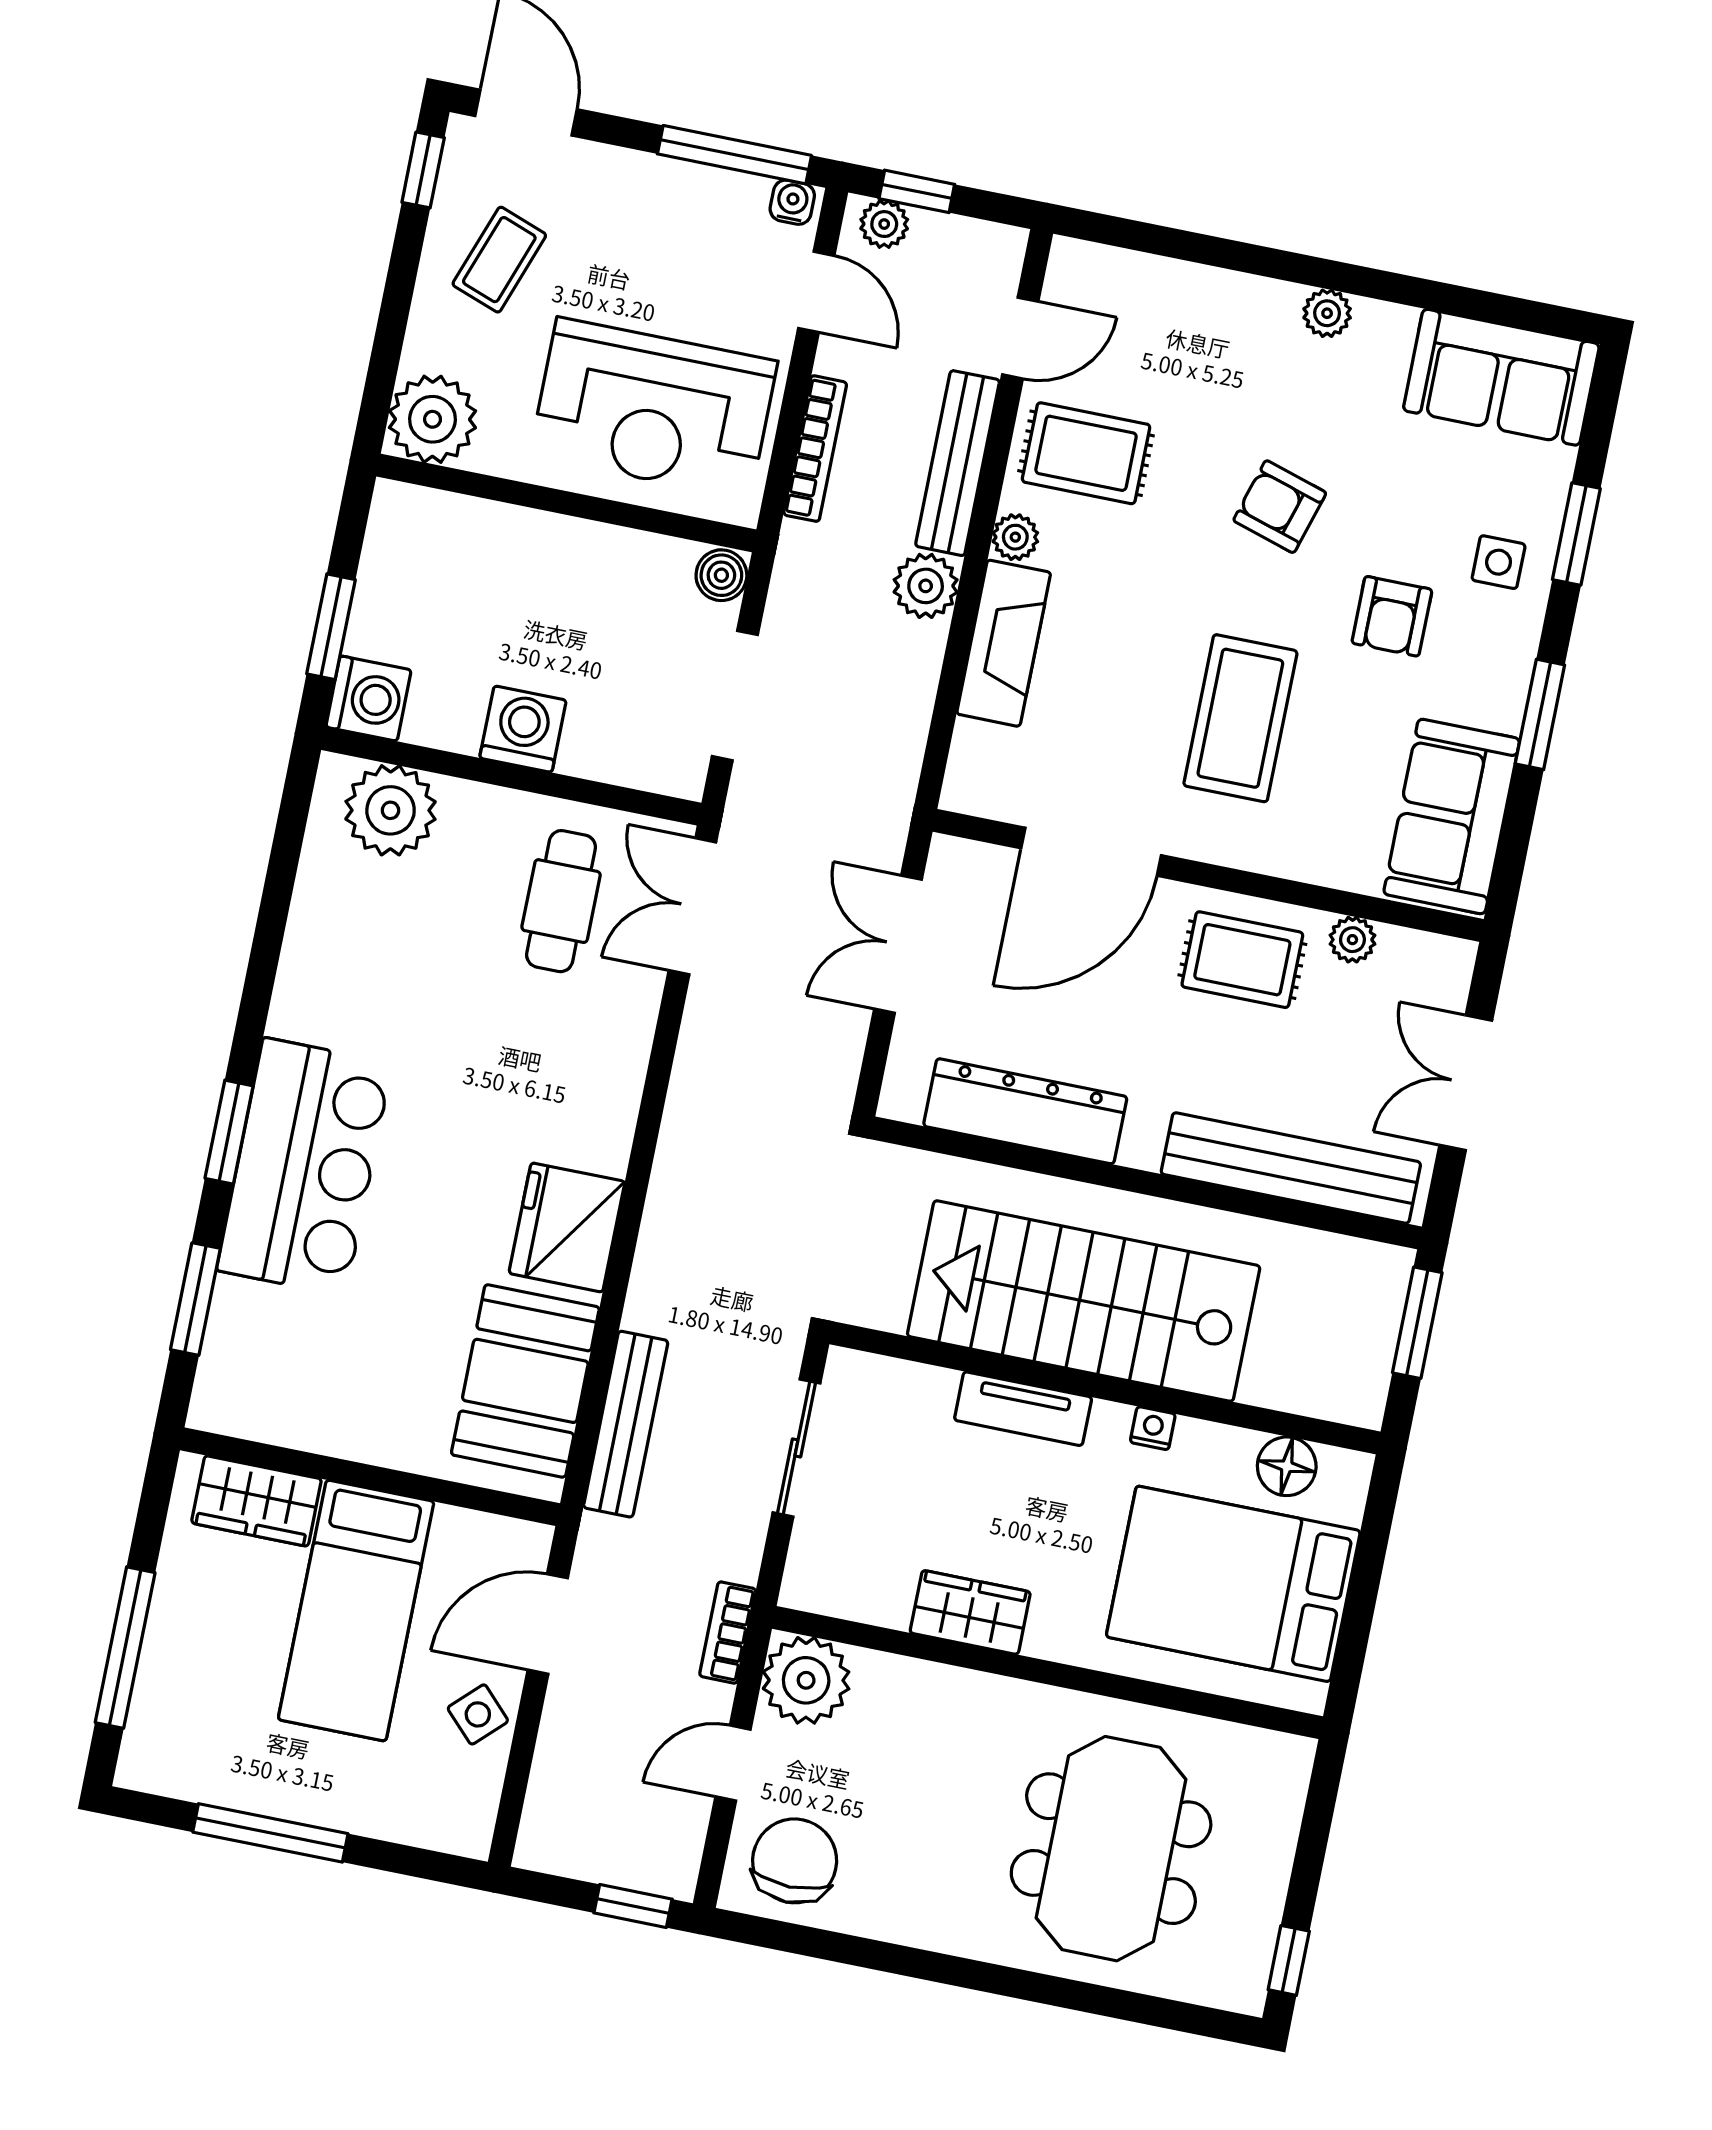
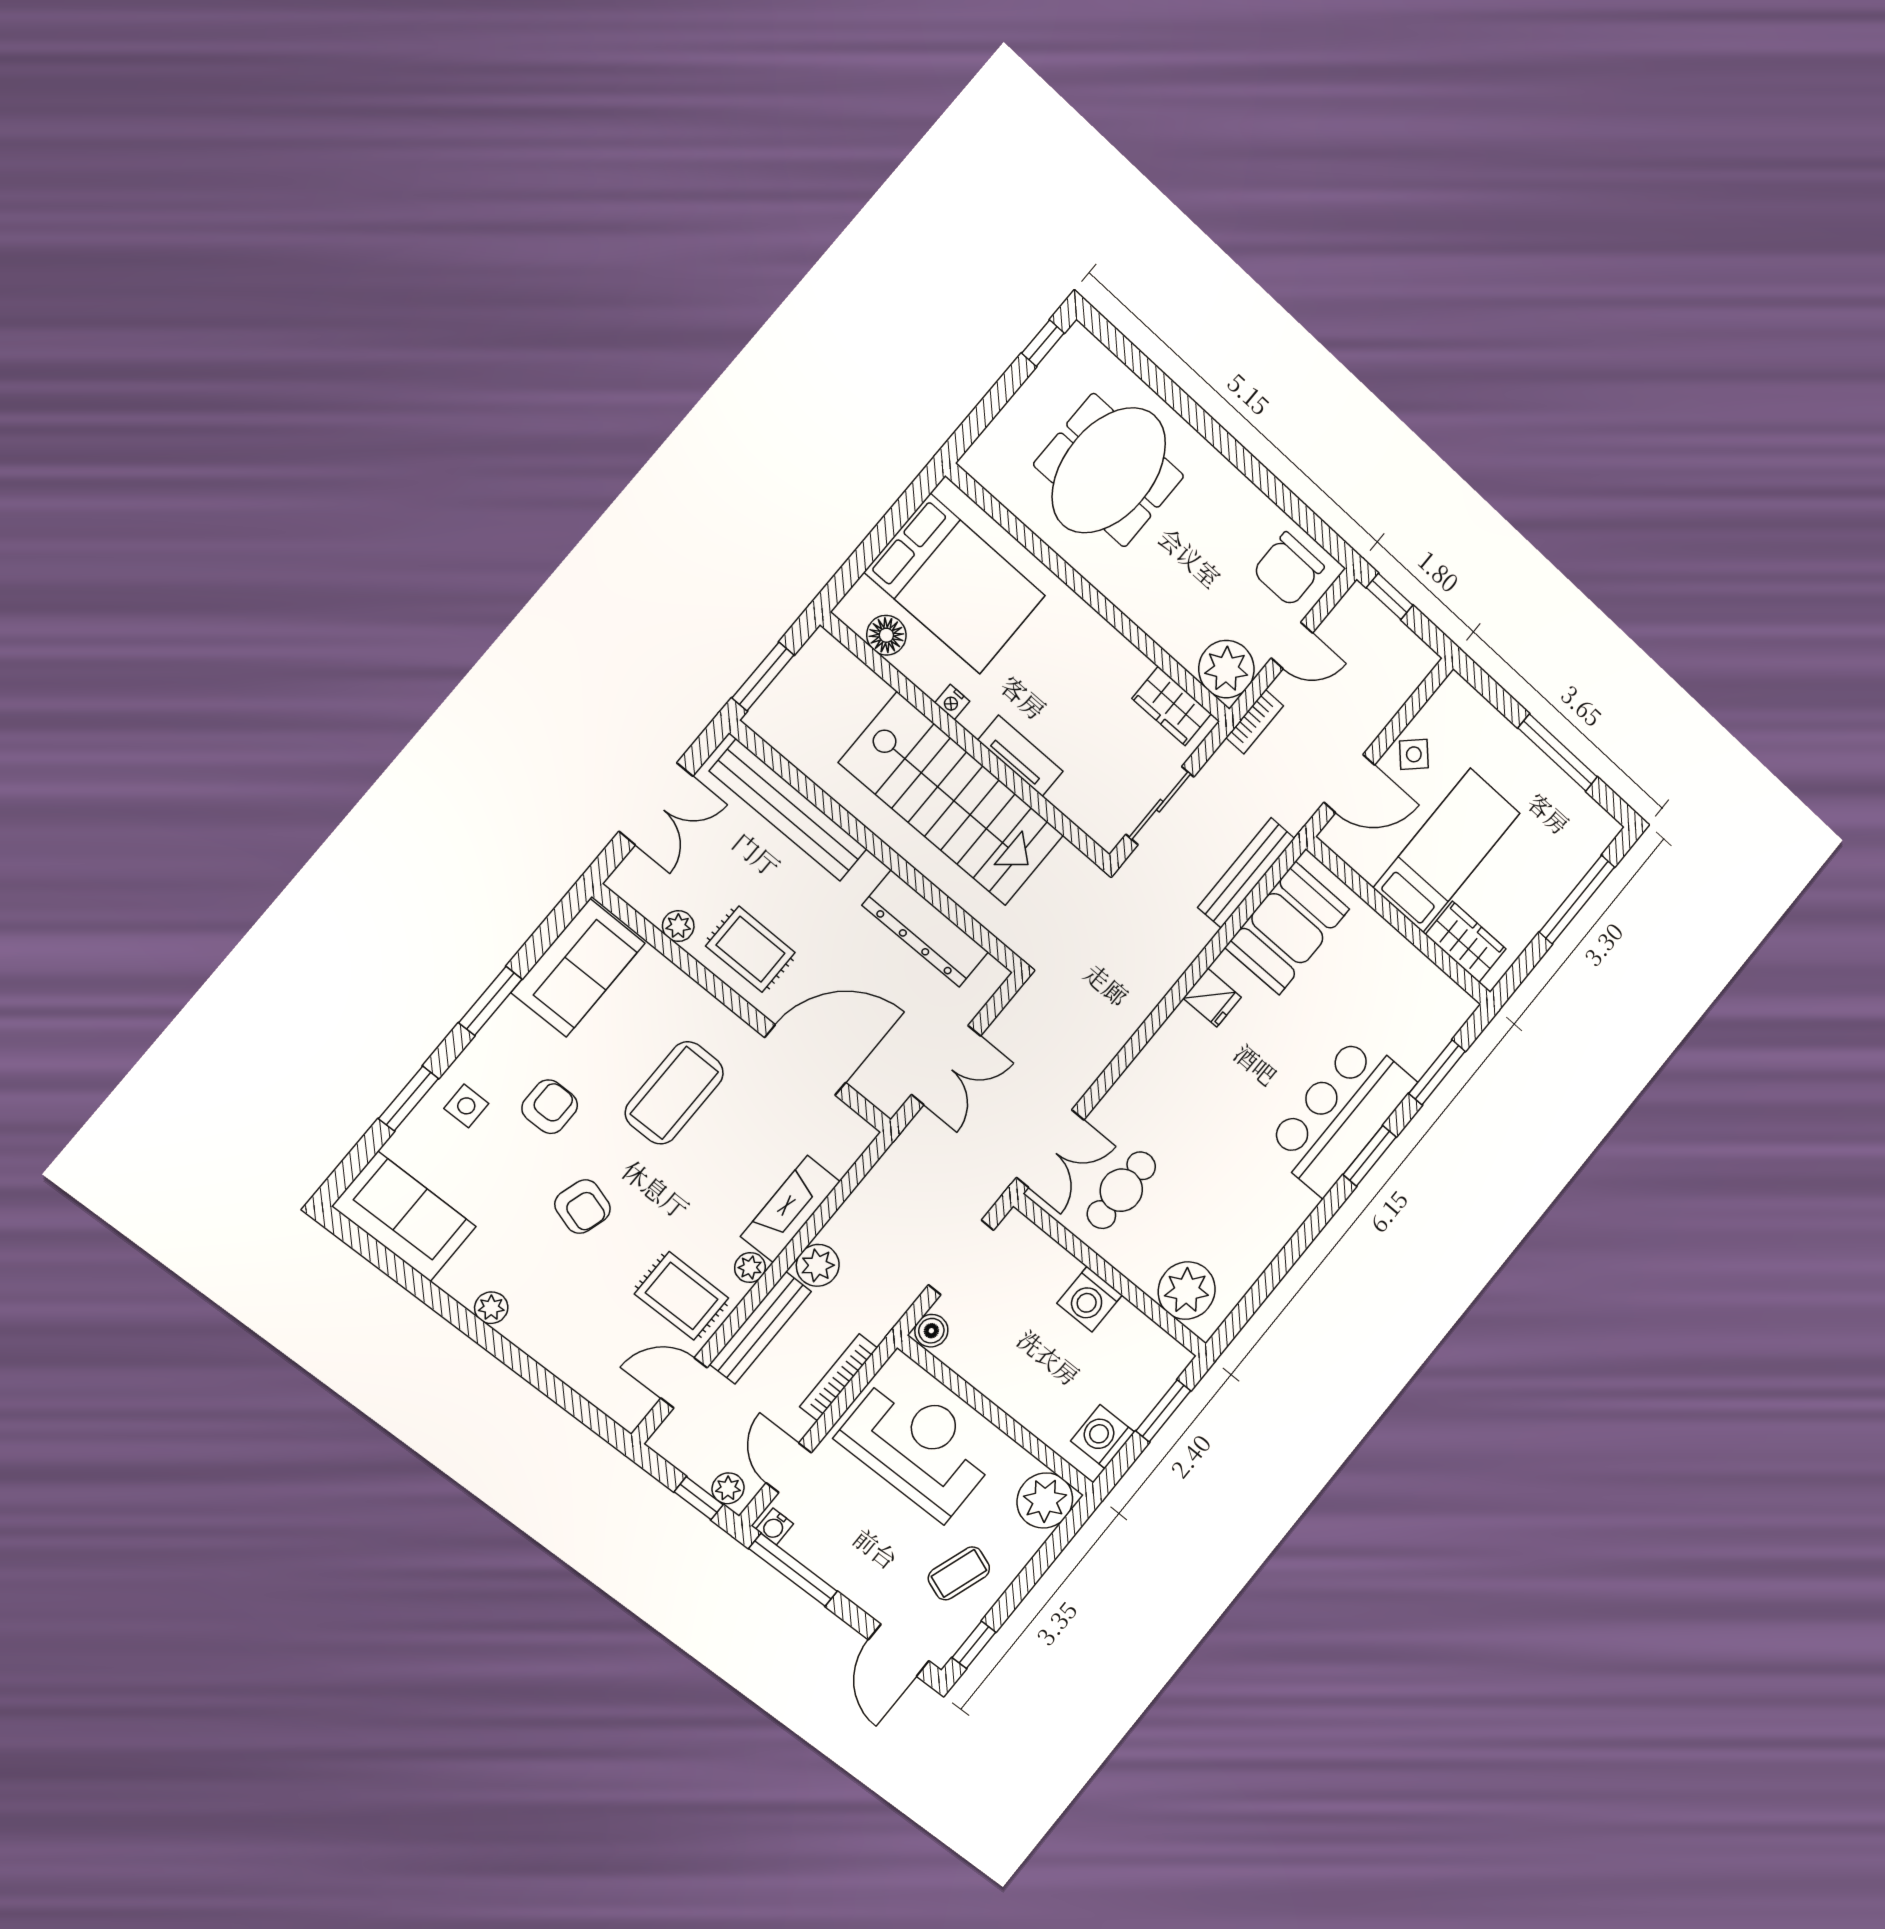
washing machine: (368, 698) -> (1103, 1437), moved
fridge: (567, 1227) -> (1212, 998), width x0.53, depth x0.75
wardrobe: (970, 1612) -> (1172, 706), moved

